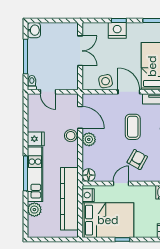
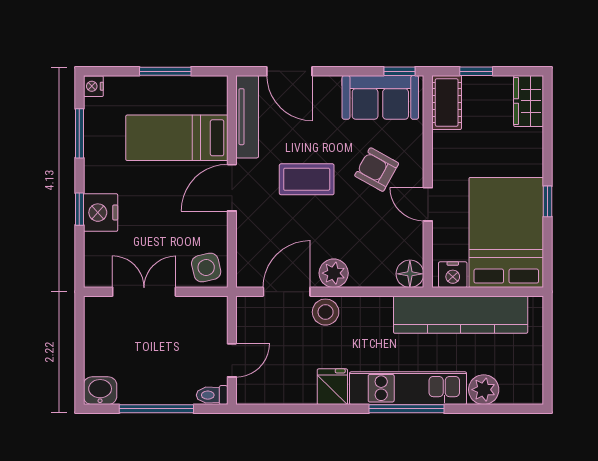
side table: (106, 81) -> (206, 268), moved

